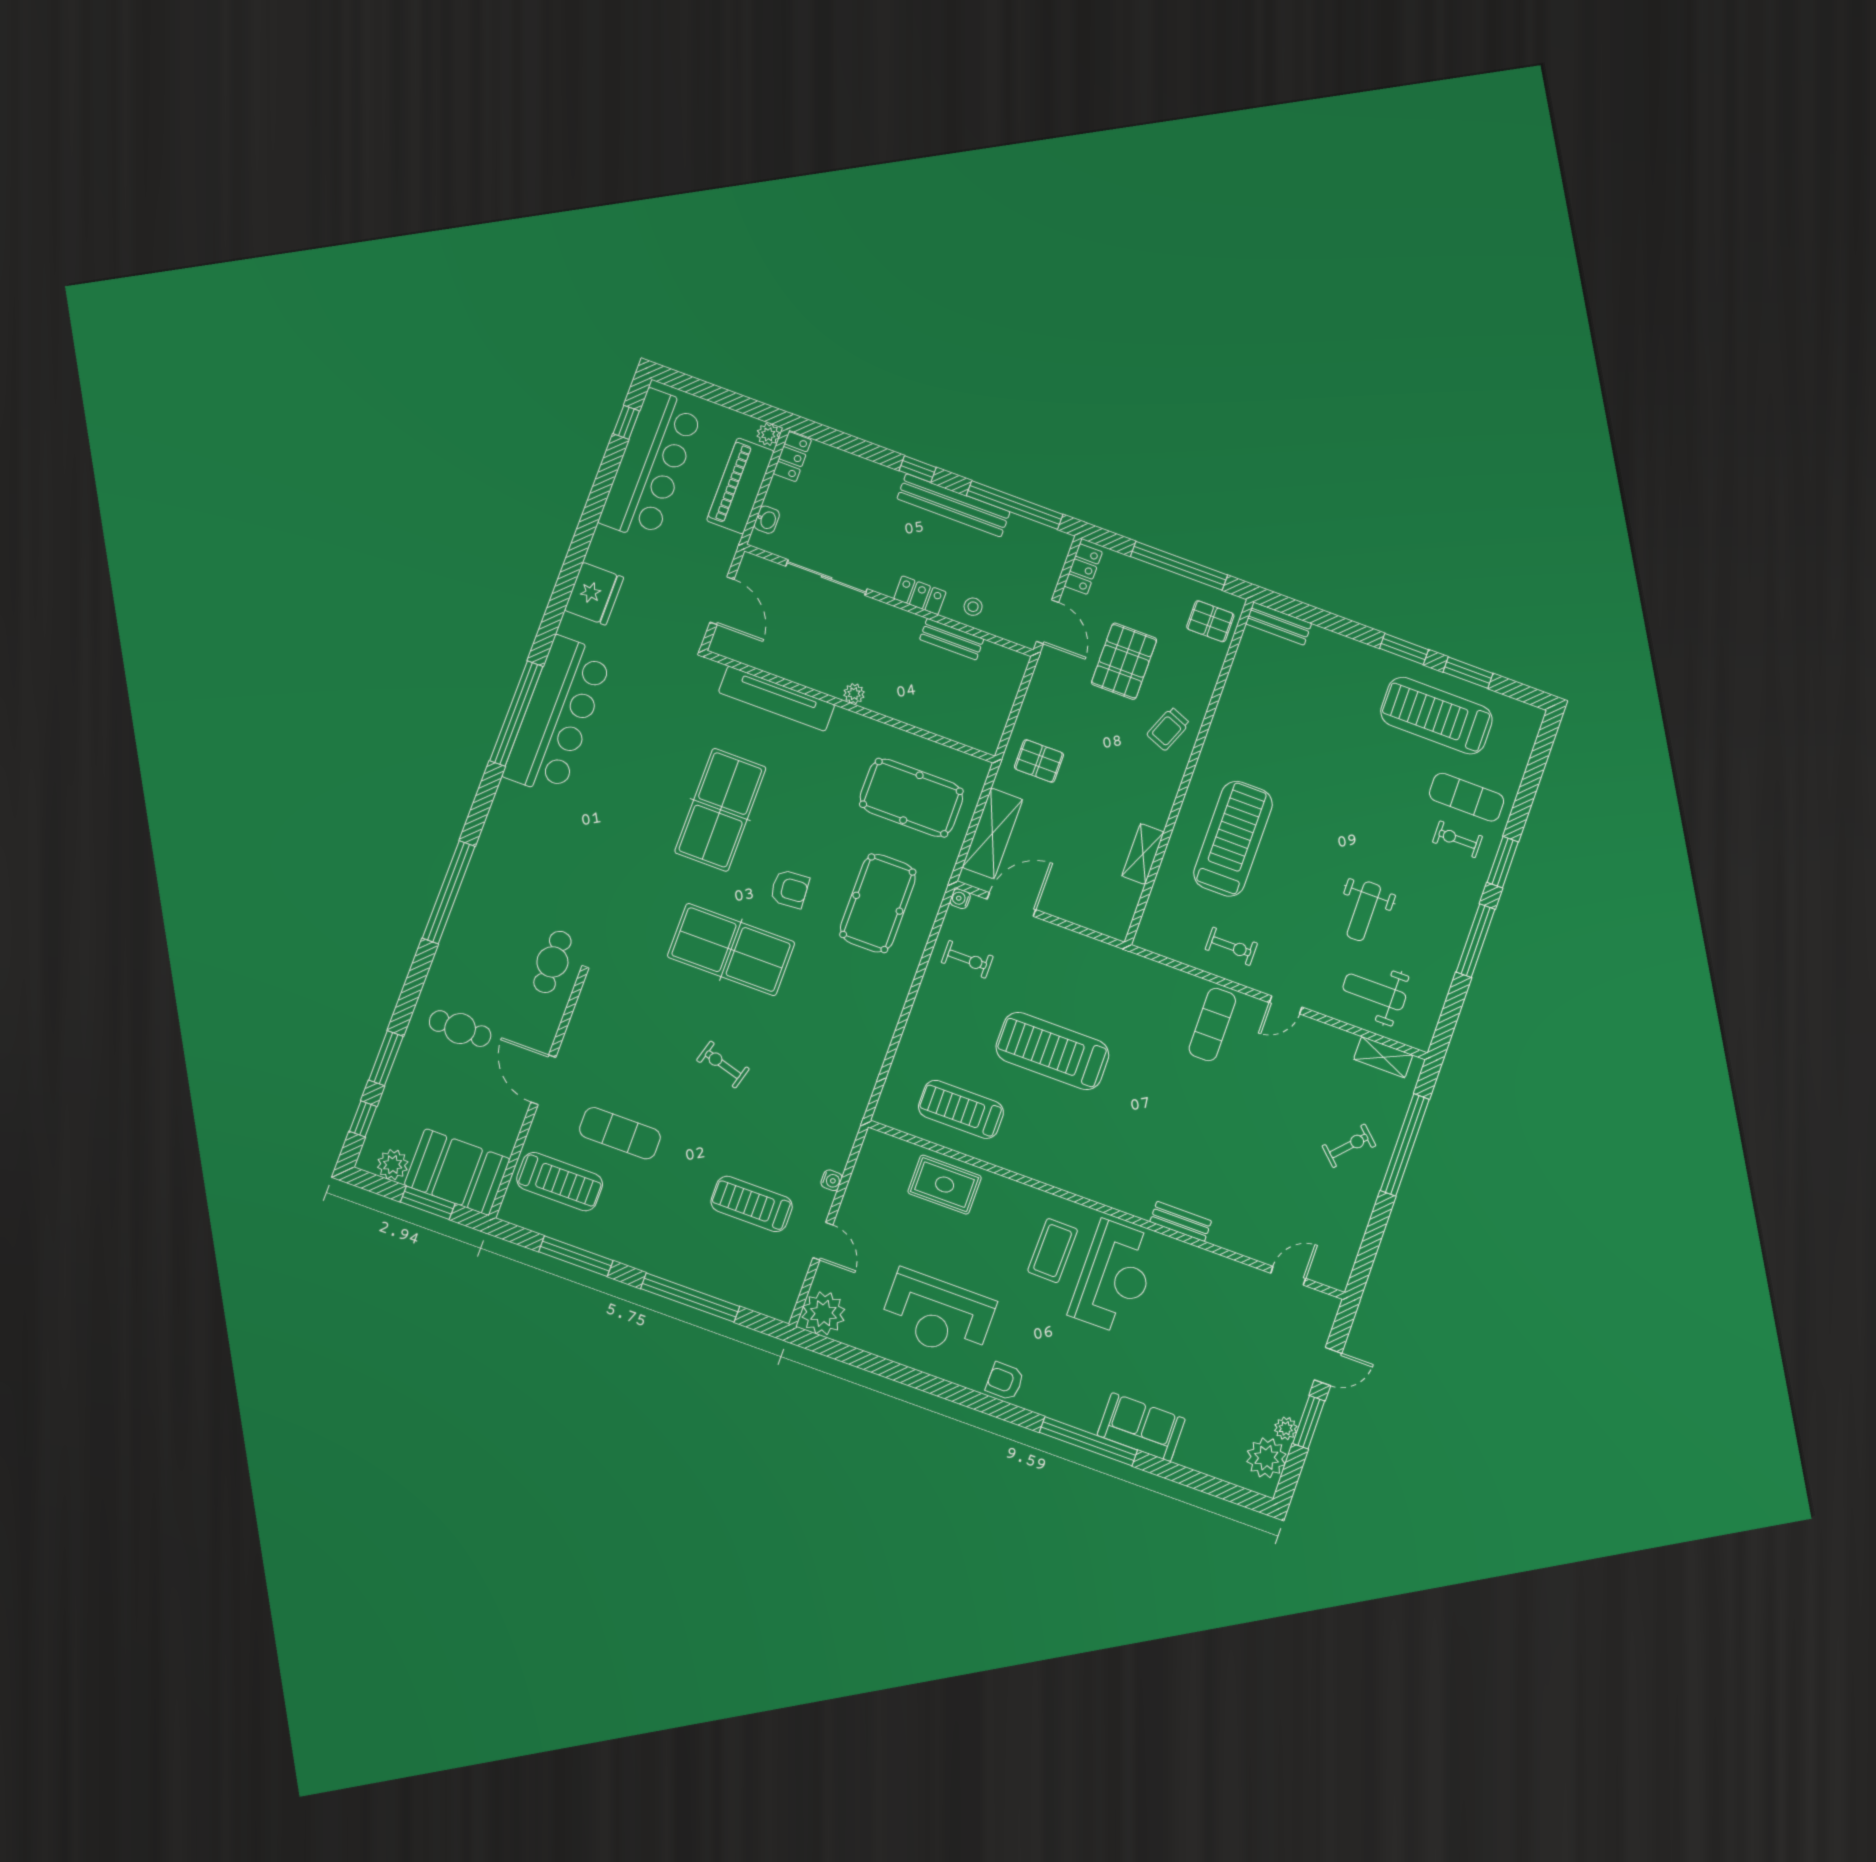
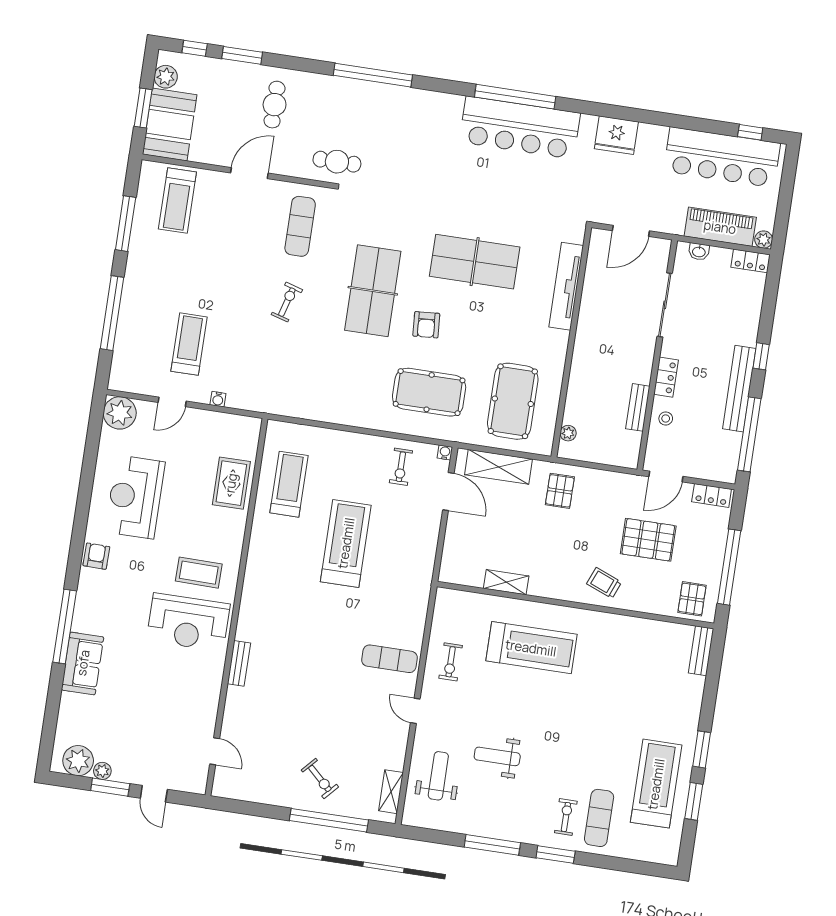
plant: (854, 694) -> (568, 433), moved
exercise mat: (620, 1133) -> (300, 226), moved

